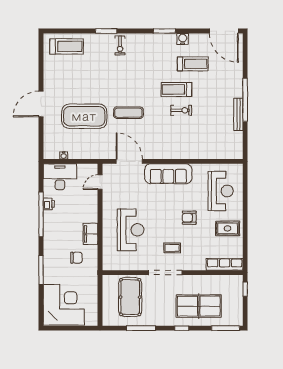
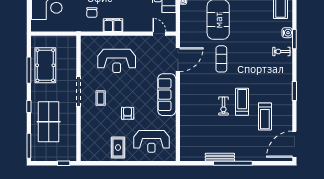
water cooler: (183, 39) -> (287, 33), moved
row of seats: (225, 264) -> (86, 145), removed
pool table: (130, 297) -> (45, 65), moved, turned 90

